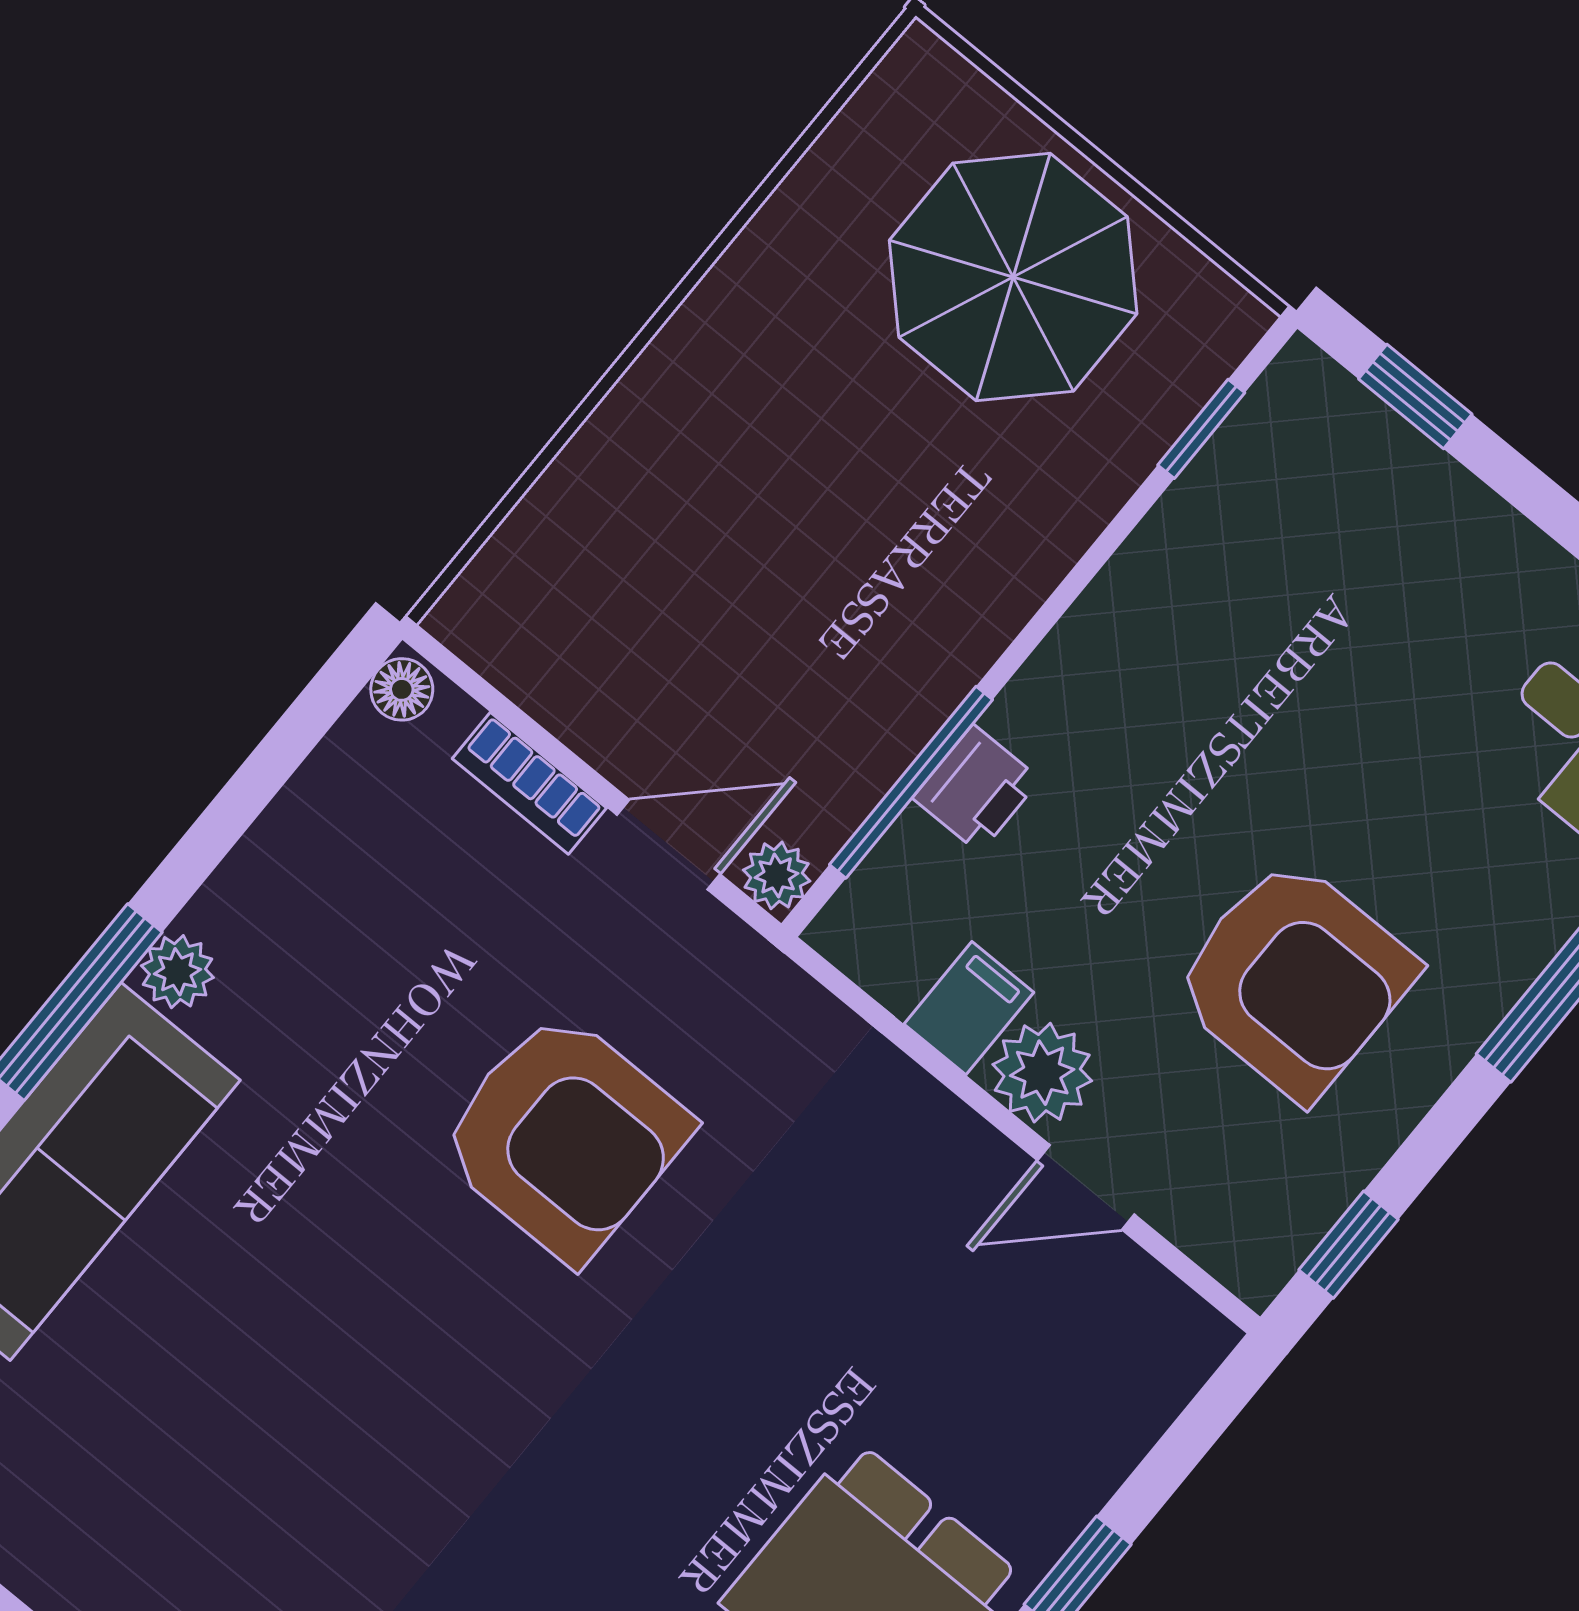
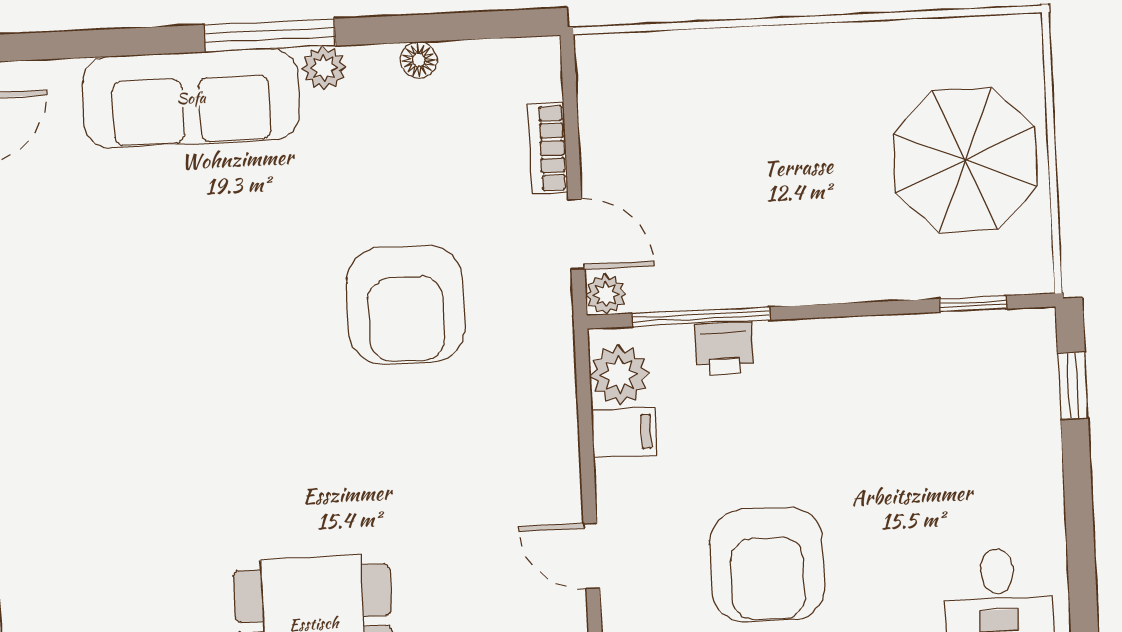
floor lamp: (402, 689) -> (419, 60), moved
plant: (1042, 1073) -> (619, 375), moved

